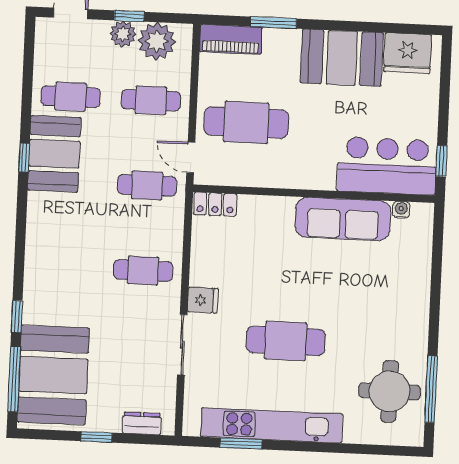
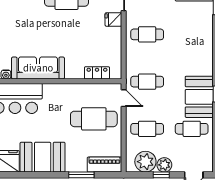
locker: (215, 204) -> (97, 73), moved

